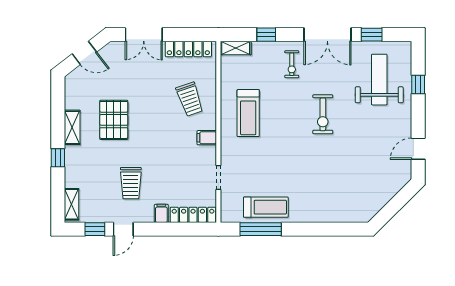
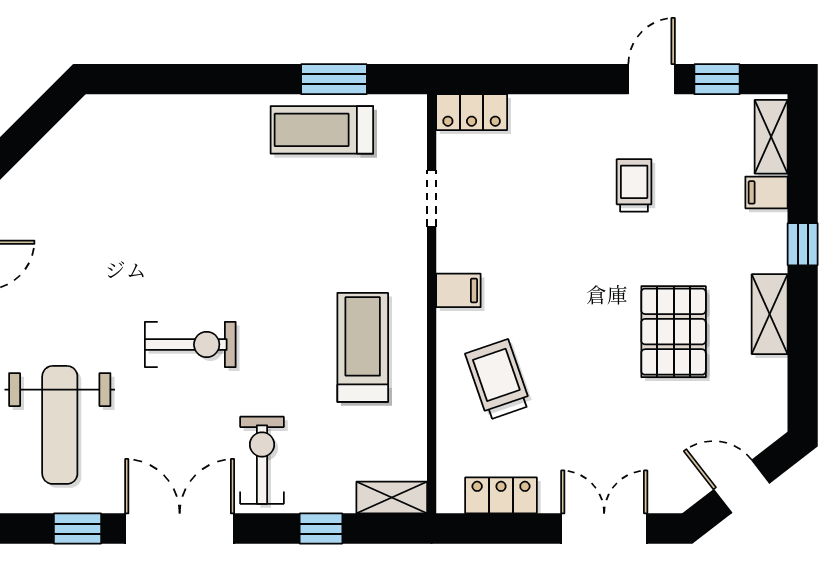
locker: (188, 49) -> (501, 495), width x0.66
exercise bike: (292, 64) -> (262, 460), width x1.38, depth x1.39
exercise bike: (323, 114) -> (190, 344), turned 90
trolley: (131, 183) -> (634, 185), width x0.73, depth x0.72
filing cabinet: (161, 213) -> (766, 192), moved, turned 90
locker: (193, 215) -> (472, 112), width x0.66
window: (261, 229) -> (334, 79), width x0.69

